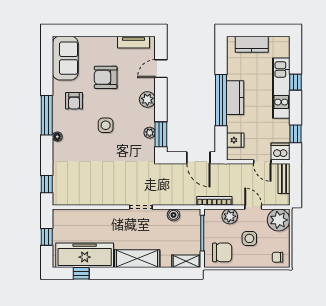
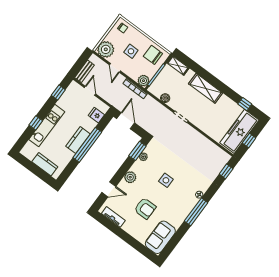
armchair: (74, 101) -> (174, 208), removed
dishwasher: (280, 151) -> (75, 89), removed
plant: (230, 216) -> (143, 81), moved
freezer: (85, 255) -> (239, 131), moved, turned 90

